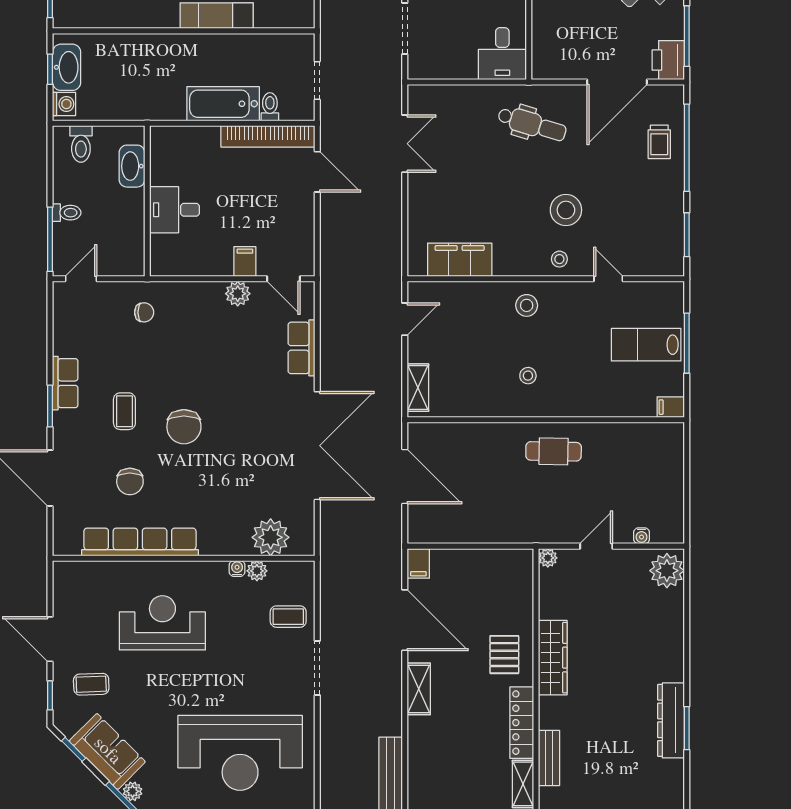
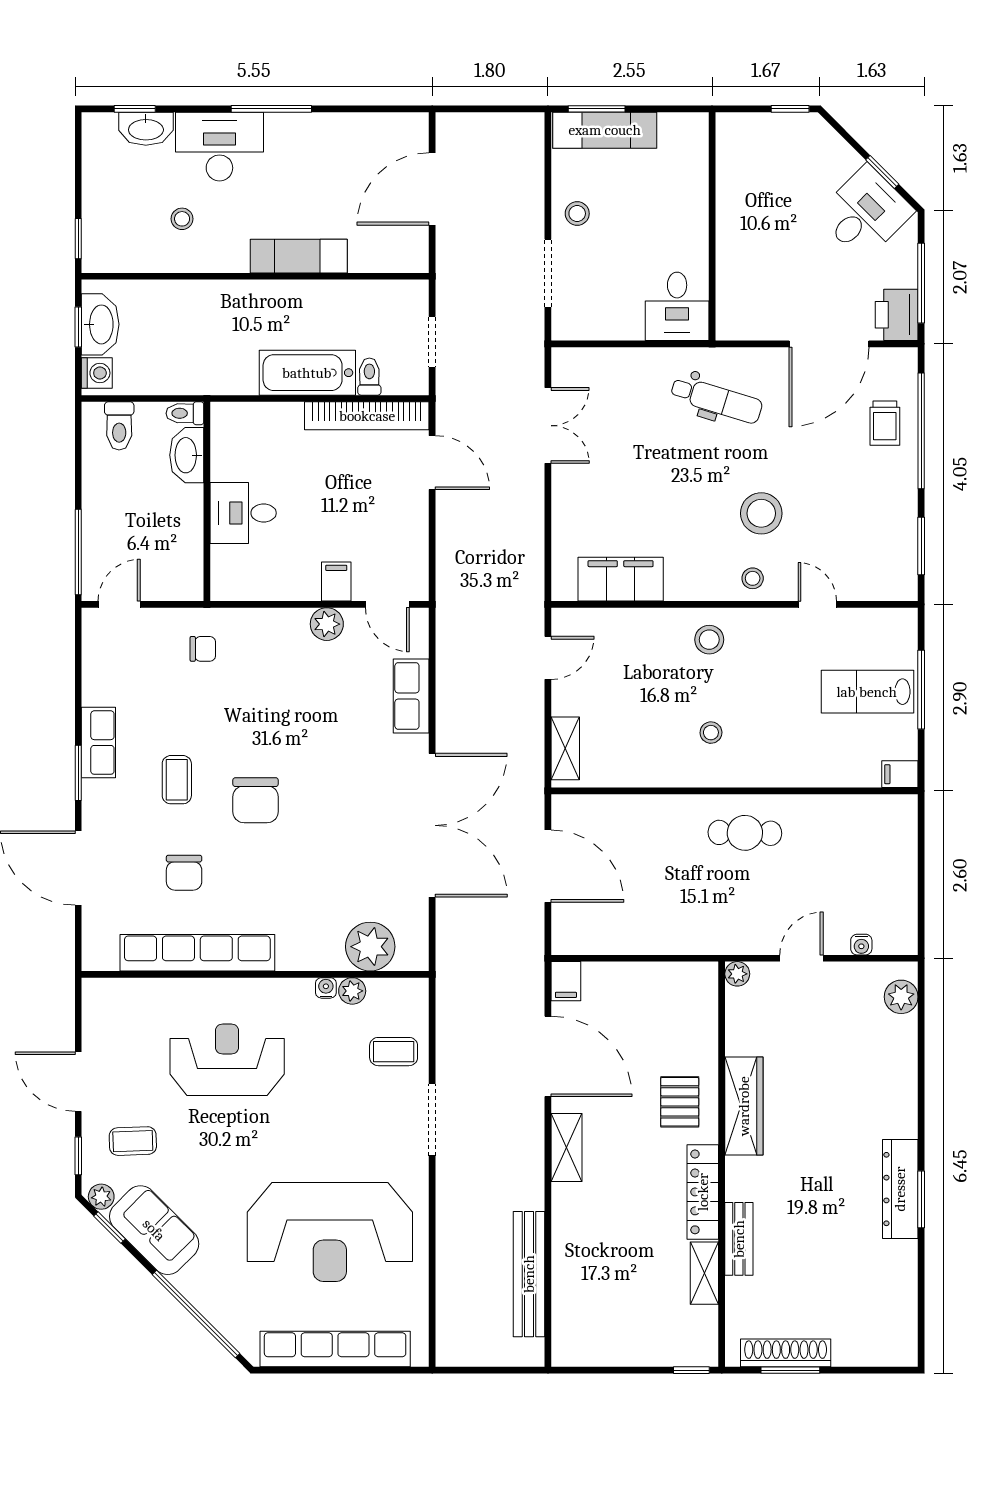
toilet: (67, 213) -> (185, 413), moved, turned 180
plant: (667, 571) -> (901, 997), width x0.73, depth x0.73
plant: (133, 791) -> (101, 1197), moved

